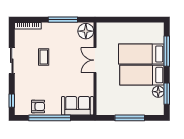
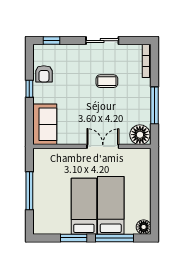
floor lamp: (158, 92) -> (144, 227), moved
window: (167, 94) -> (74, 238), moved
window: (50, 118) -> (29, 89), width x0.32

